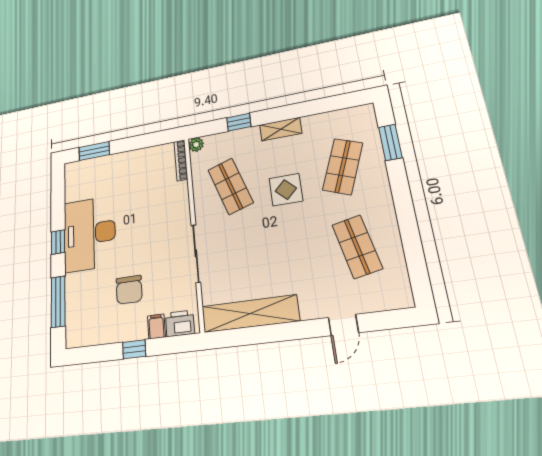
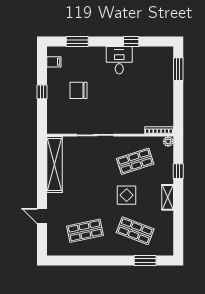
desk: (90, 234) -> (119, 60), width x0.53, depth x0.77
window: (58, 242) -> (131, 41), moved
window: (58, 302) -> (77, 41), width x0.69
printer: (180, 323) -> (54, 122), removed
filing cabinet: (156, 326) -> (54, 62), moved

